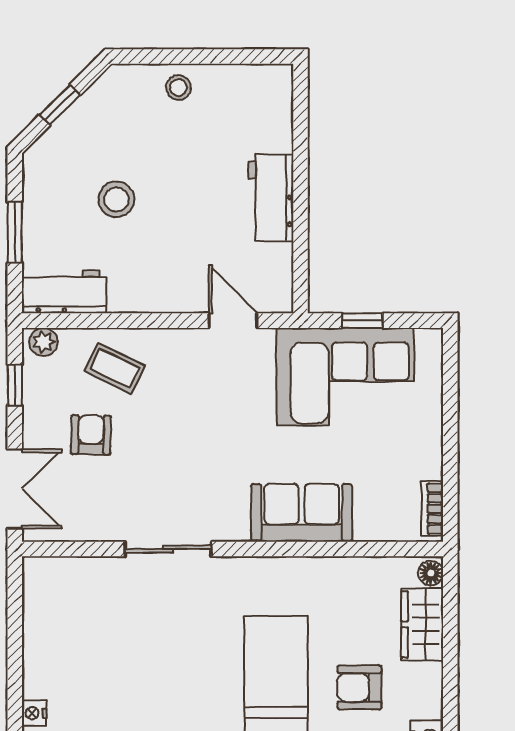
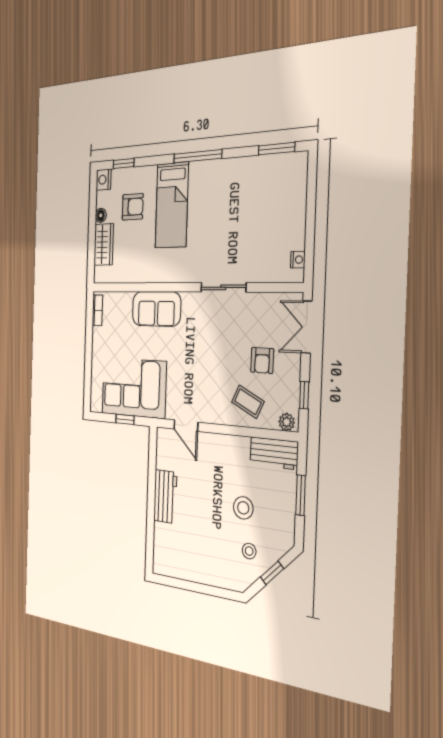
stool: (178, 88) -> (249, 551), moved
floor lamp: (431, 573) -> (101, 215), moved
nightstand: (34, 713) -> (298, 260), moved

